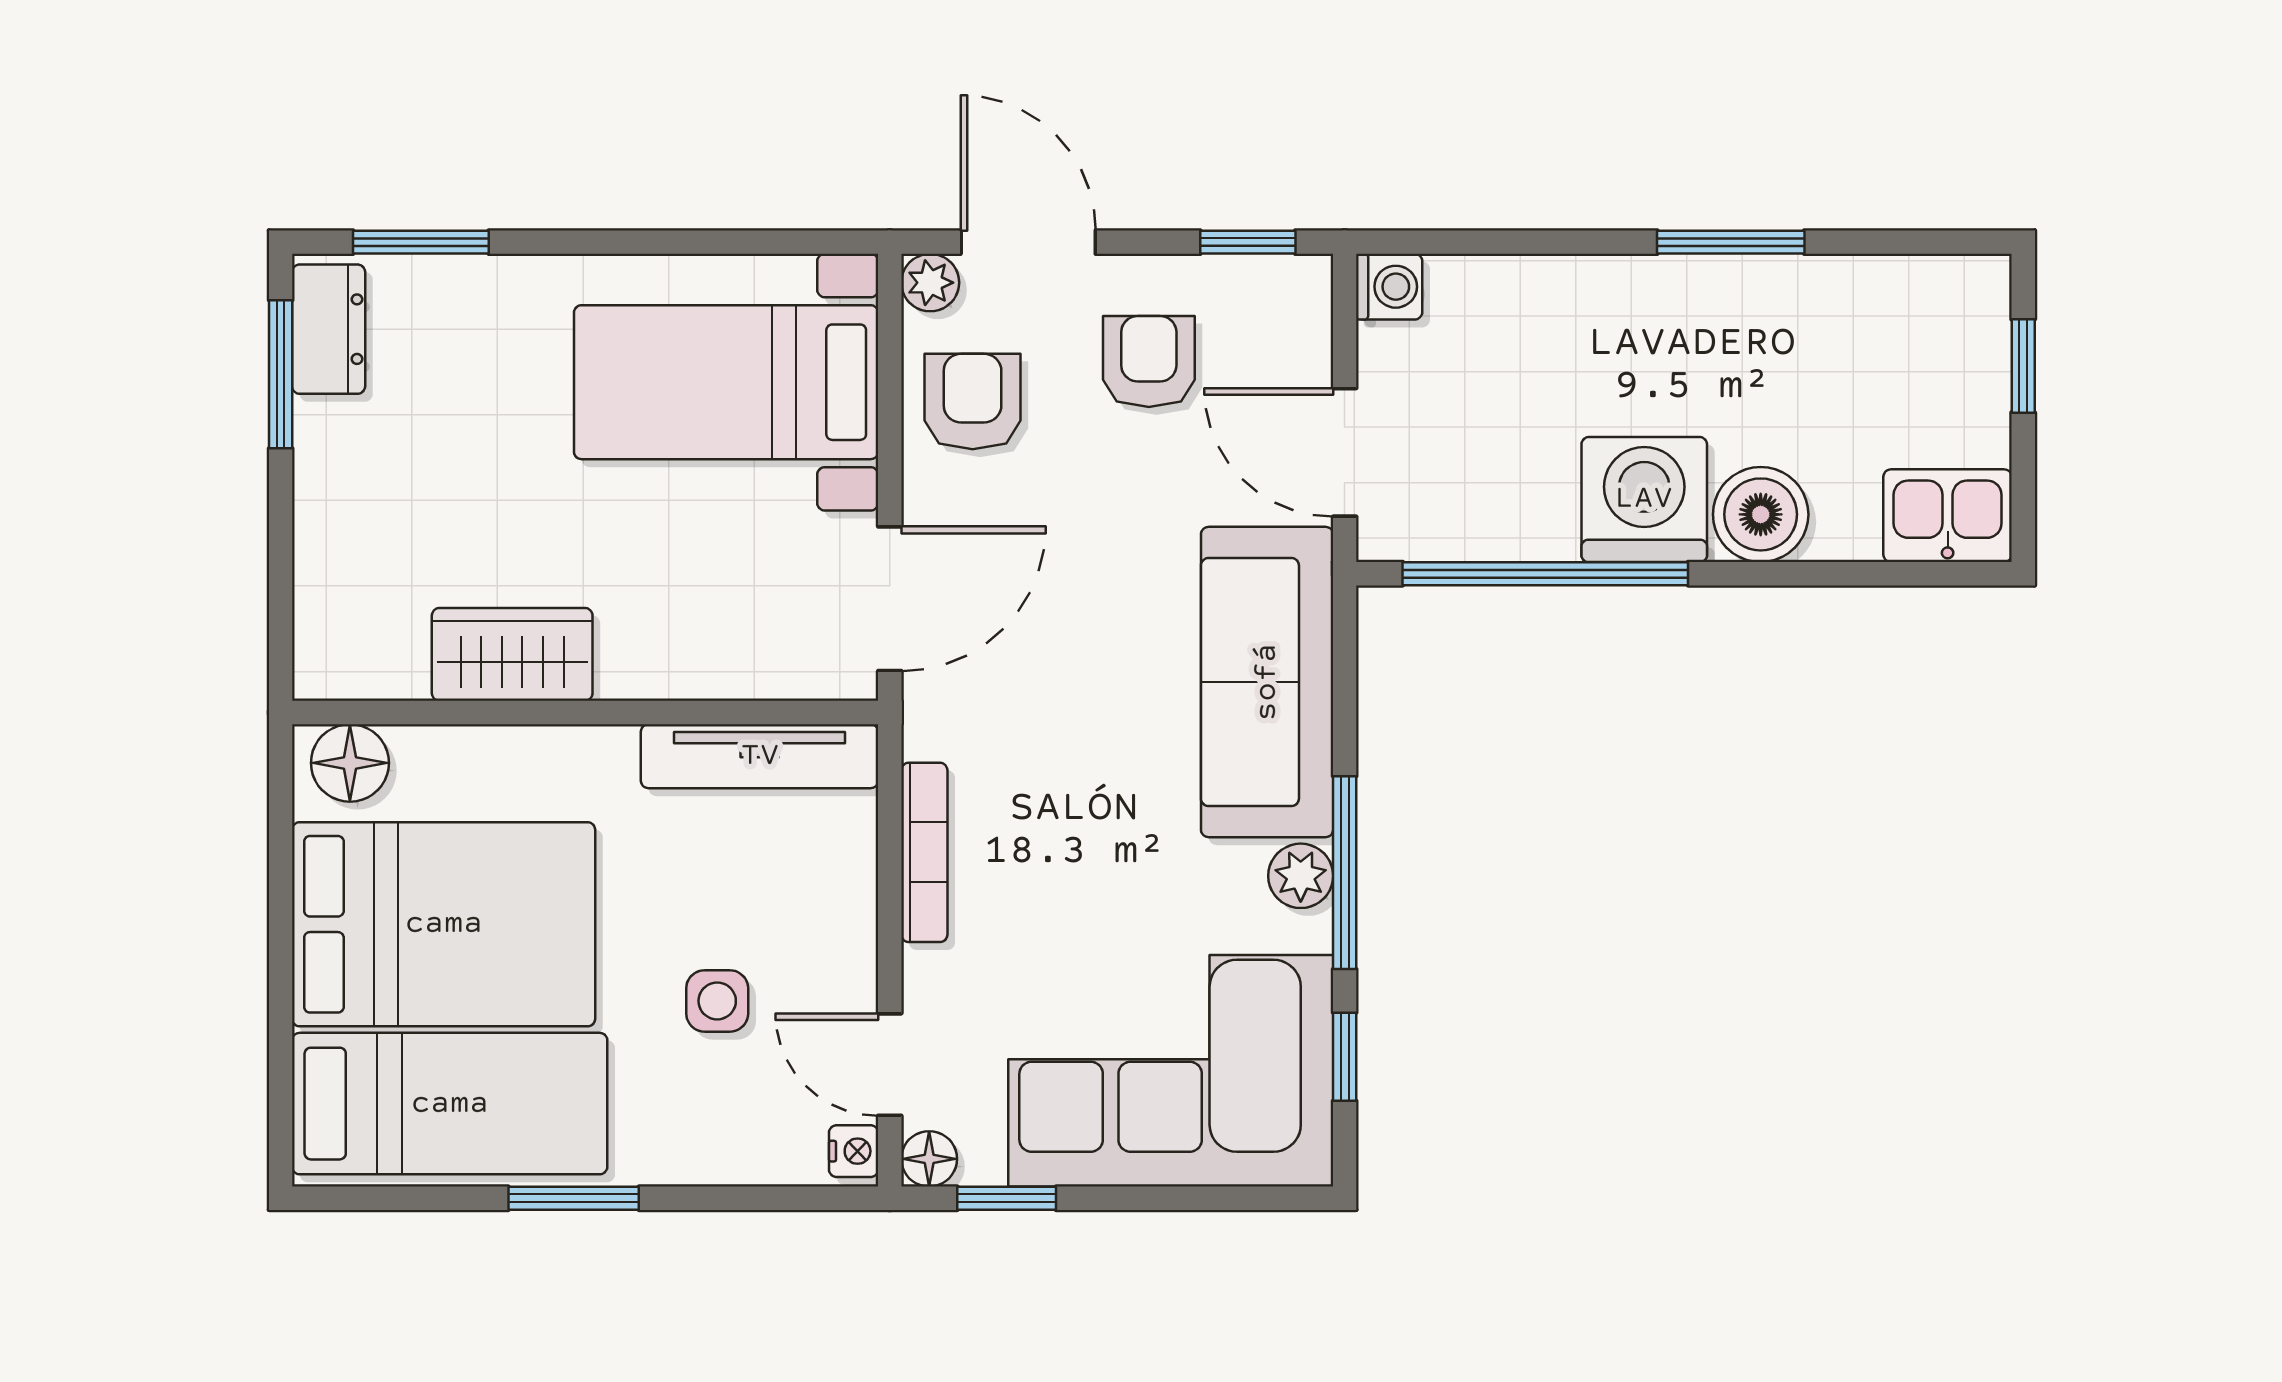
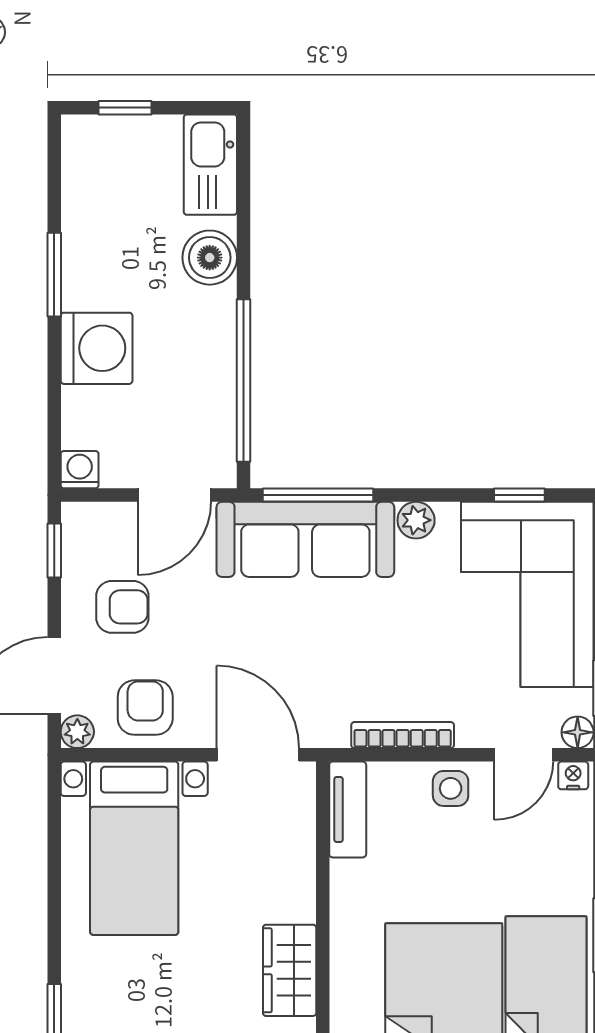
armchair: (1149, 362) -> (122, 607), turned 180
armchair: (973, 402) -> (145, 708), turned 90
washing machine: (1644, 499) -> (97, 348), moved, turned 180
kitchen sink: (1948, 516) -> (210, 165), width x1.38
tv unit: (760, 756) -> (348, 809), width x0.71
window: (1345, 873) -> (318, 495), moved
side table: (717, 1001) -> (451, 788), moved

